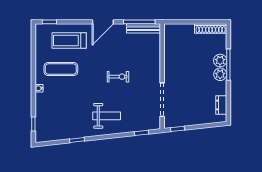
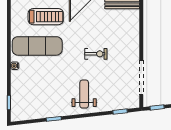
treadmill: (69, 40) -> (46, 17), turned 180
exercise mat: (61, 69) -> (37, 46), width x1.36, depth x1.45
weight bench: (107, 116) -> (84, 94), turned -90

